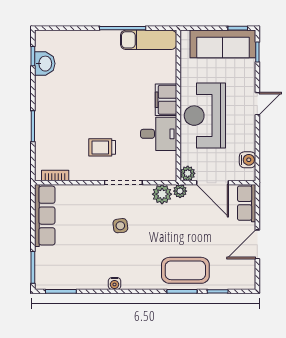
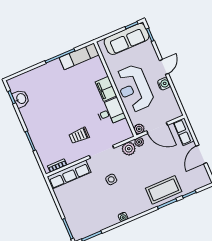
water cooler: (248, 160) -> (164, 84), moved
row of seats: (45, 216) -> (69, 175), moved, turned 90

